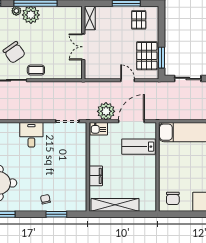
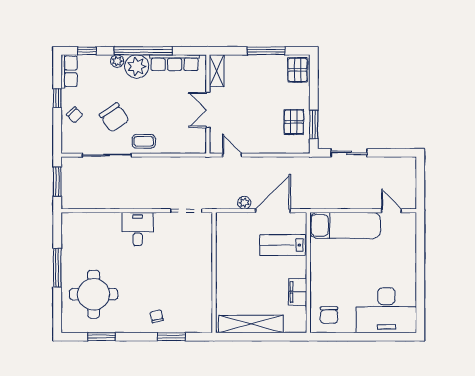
row of seats: (59, 12) -> (175, 63), added
pallet: (139, 20) -> (297, 70), moved
pallet: (147, 56) -> (294, 122), width x0.67, depth x0.71
door: (128, 80) -> (232, 155), moved
plant: (106, 111) -> (244, 203), width x0.53, depth x0.53
kitchen sink: (99, 129) -> (229, 221), removed
filing cabinet: (96, 176) -> (298, 292), moved, turned 180

